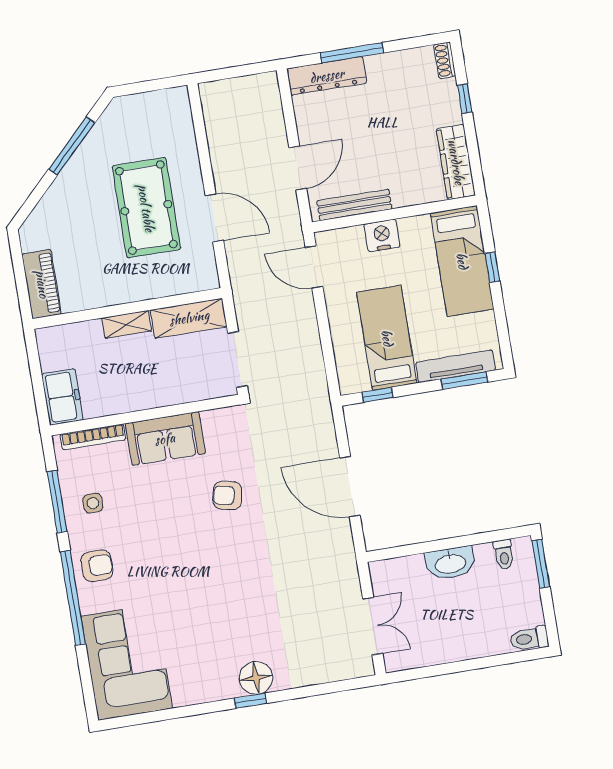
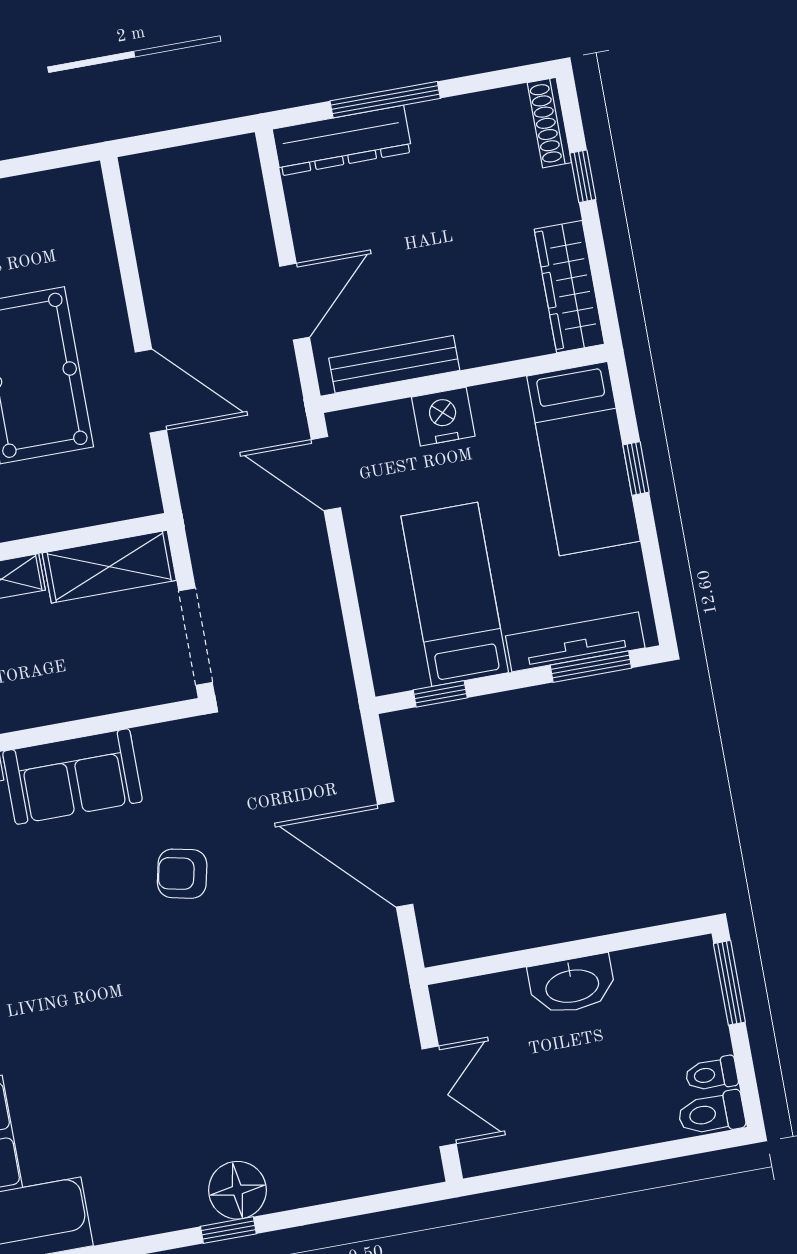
shoe rack: (445, 60) -> (549, 123), width x1.43
toilet: (504, 554) -> (711, 1074), moved, turned 90

